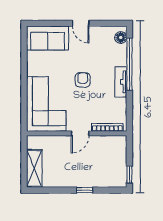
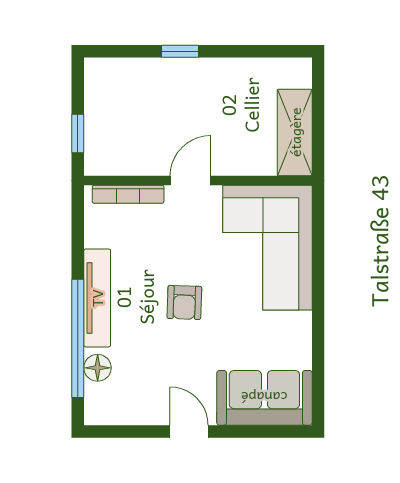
floor lamp: (121, 37) -> (98, 368), moved
tv unit: (121, 82) -> (97, 298), width x1.41
shelving: (34, 168) -> (295, 132), moved
window: (129, 175) -> (78, 134), moved

